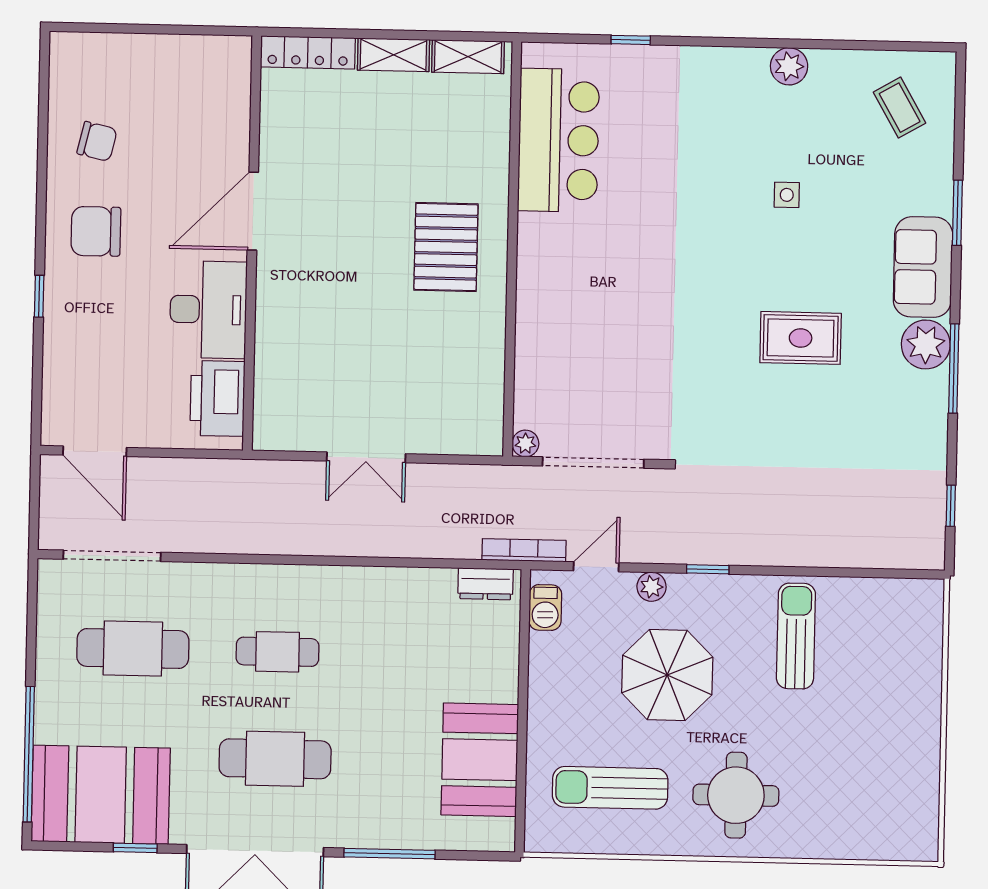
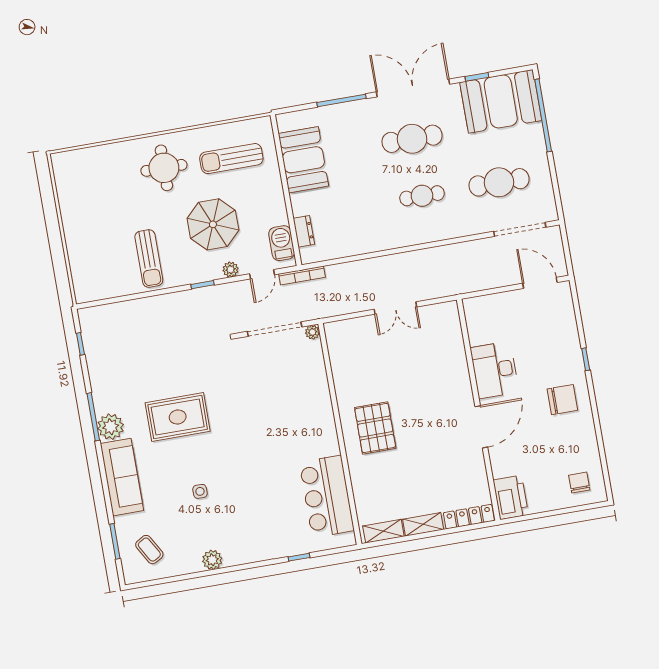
chair: (97, 141) -> (579, 483), moved, turned 77
window: (957, 213) -> (115, 541), moved
sofa: (923, 267) -> (122, 477), width x1.36
rug: (801, 338) -> (178, 417), width x1.36, depth x1.43
printer: (217, 398) -> (511, 497), moved
double door: (366, 457) -> (395, 308), swing flipped
dresser: (486, 584) -> (304, 231), moved, turned 90
barbecue: (545, 607) -> (282, 243), width x1.38, depth x1.27
sun lounger: (610, 788) -> (231, 159), turned 180

